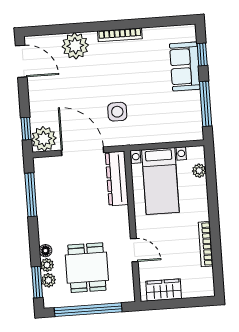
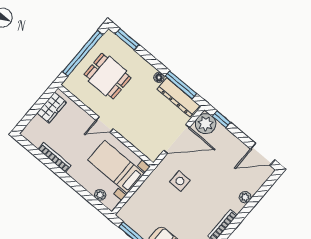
plant: (75, 46) -> (245, 197), width x0.53, depth x0.53
dresser: (117, 179) -> (178, 97), moved, turned 180
door: (134, 250) -> (104, 124), moved
floor lamp: (45, 251) -> (159, 77), moved
plant: (47, 265) -> (131, 55), removed
plant: (48, 280) -> (122, 47), removed

